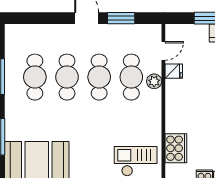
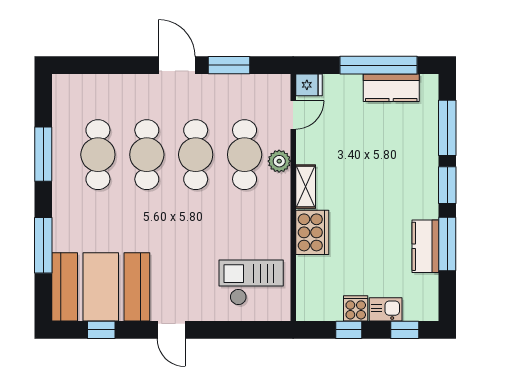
fridge: (174, 71) -> (309, 85), moved
shelving: (171, 98) -> (306, 187), added
cooker: (176, 148) -> (312, 232), moved

